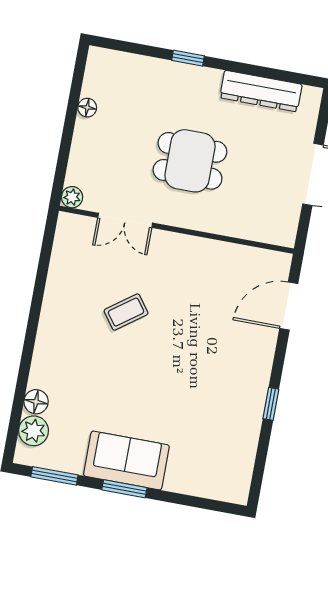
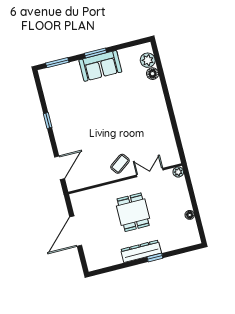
dresser: (261, 91) -> (141, 251), moved
dining table: (190, 161) -> (133, 212), turned 90
coffee table: (126, 312) -> (120, 164), moved
window: (54, 476) -> (57, 63), moved

